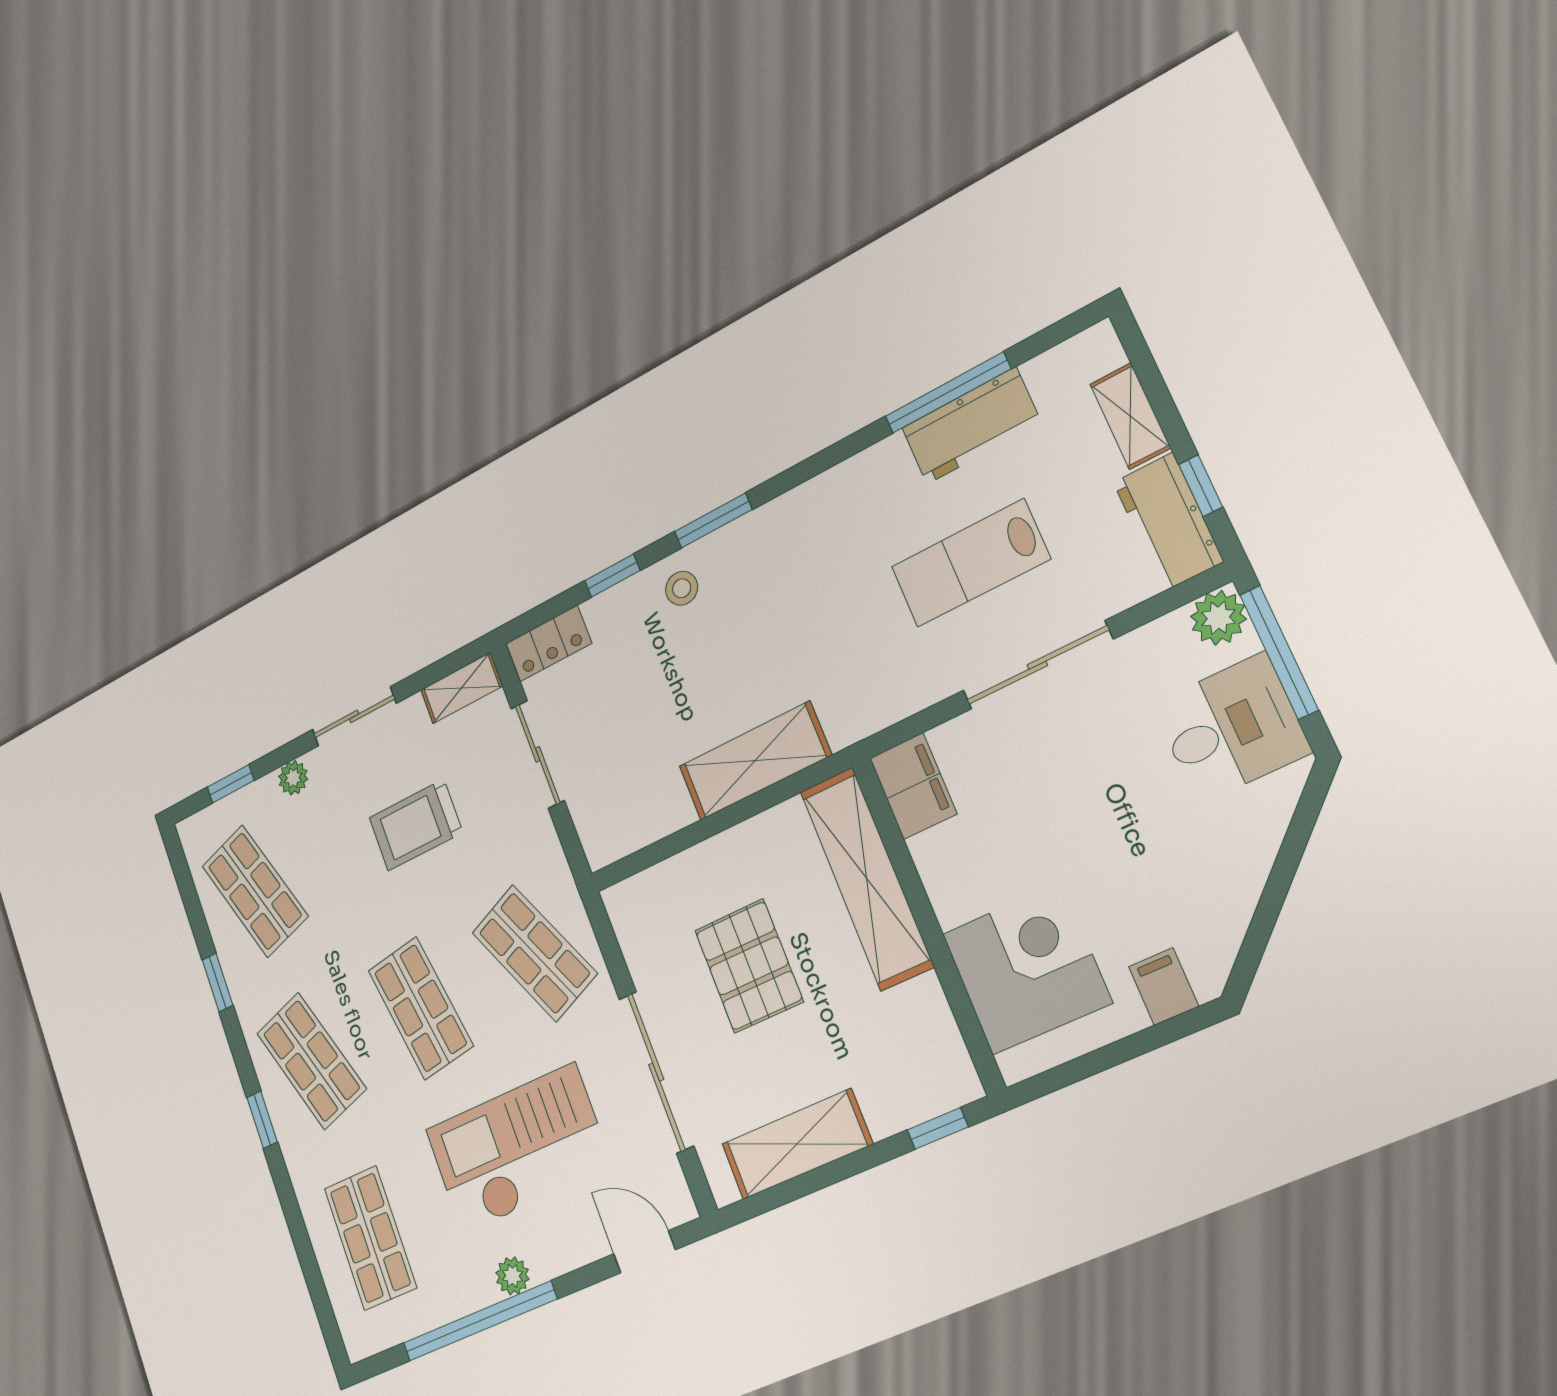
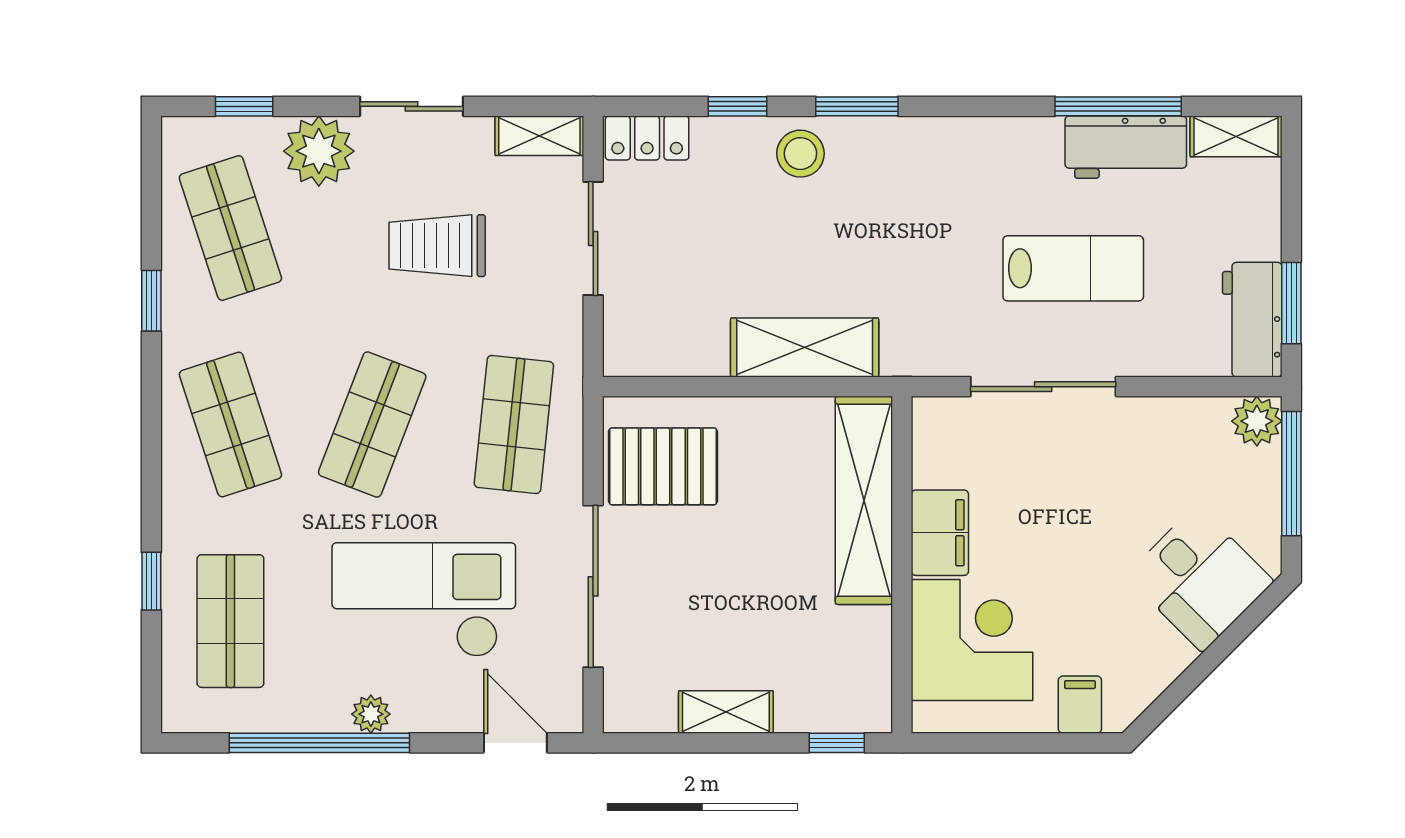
shelving: (1130, 416) -> (1236, 136), moved, turned 90
window: (1201, 486) -> (1291, 303), width x1.50
lab bench: (970, 563) -> (1073, 268), turned 180
stool: (682, 588) -> (800, 154), width x1.37, depth x1.37
sliding door: (1037, 665) -> (1043, 387), moved
desk: (1231, 728) -> (1200, 578), moved, turned 45
plant: (293, 778) -> (319, 151), width x1.88, depth x1.88
filing cabinet: (913, 786) -> (940, 533), moved
shop shelf: (534, 953) -> (514, 425), turned 30
pallet: (749, 966) -> (663, 466), moved, turned 90
shop shelf: (420, 1008) -> (372, 425), turned 30
window: (262, 1120) -> (151, 581), moved
shelving: (797, 1144) -> (726, 712), width x0.67, depth x0.75

